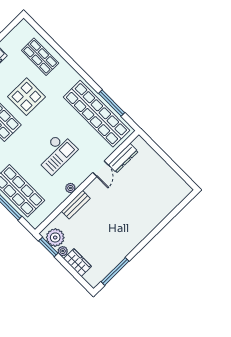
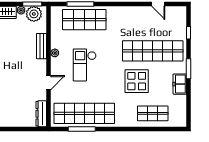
dresser: (123, 158) -> (41, 114), moved
door: (100, 169) -> (48, 83), swing flipped

